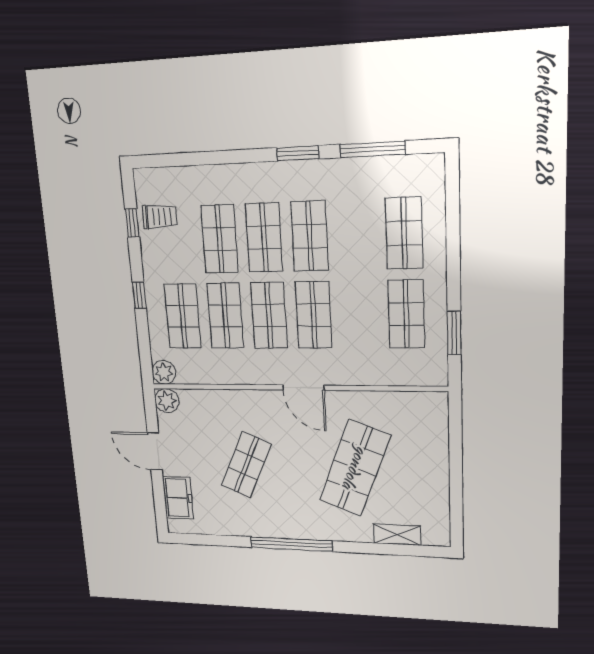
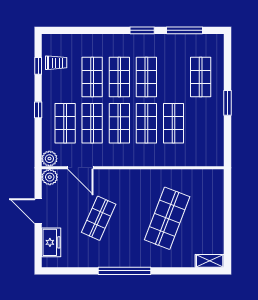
shop shelf: (406, 314) -> (174, 123), moved
window: (454, 333) -> (228, 103), moved
door: (303, 388) -> (80, 168), moved
shelving: (397, 535) -> (210, 261), moved

